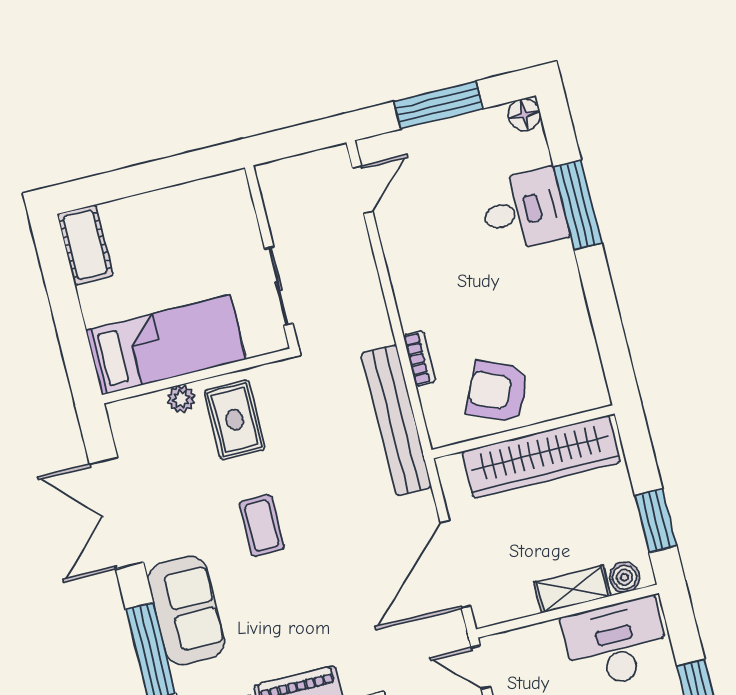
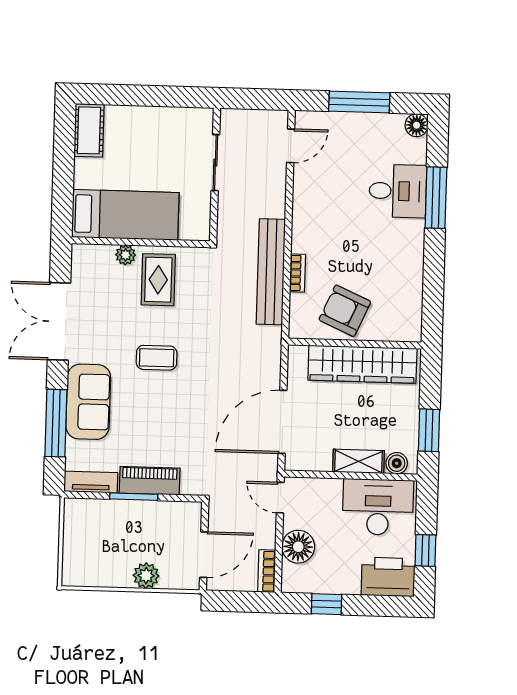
sliding door: (279, 286) -> (215, 163), moved
bench: (396, 420) -> (271, 272), moved
coffee table: (262, 525) -> (157, 358), turned 90

